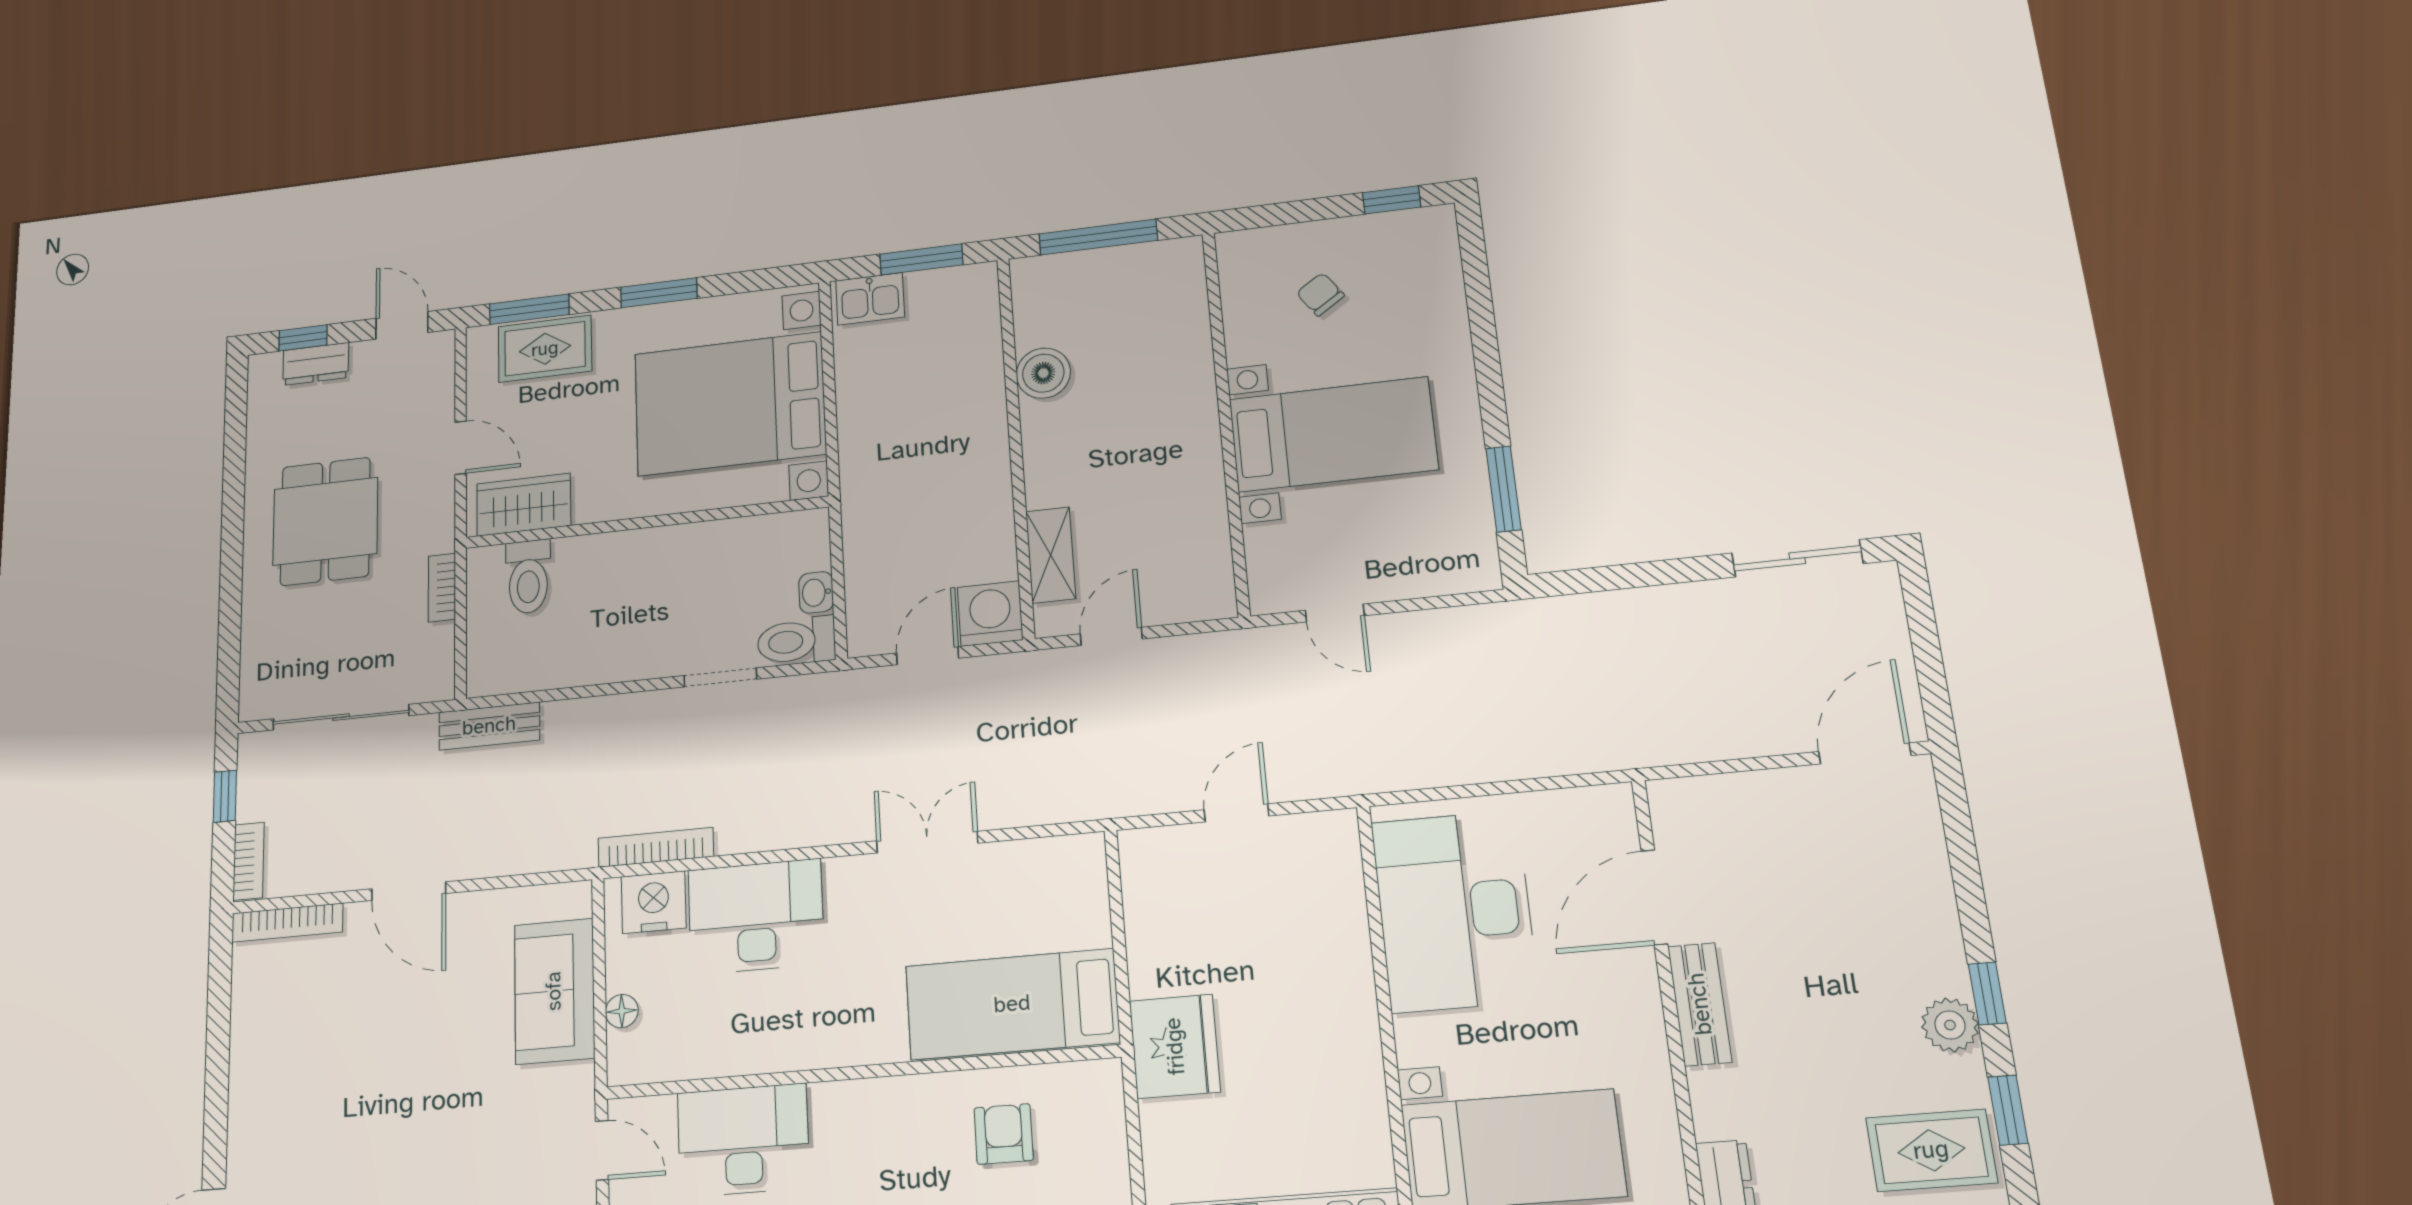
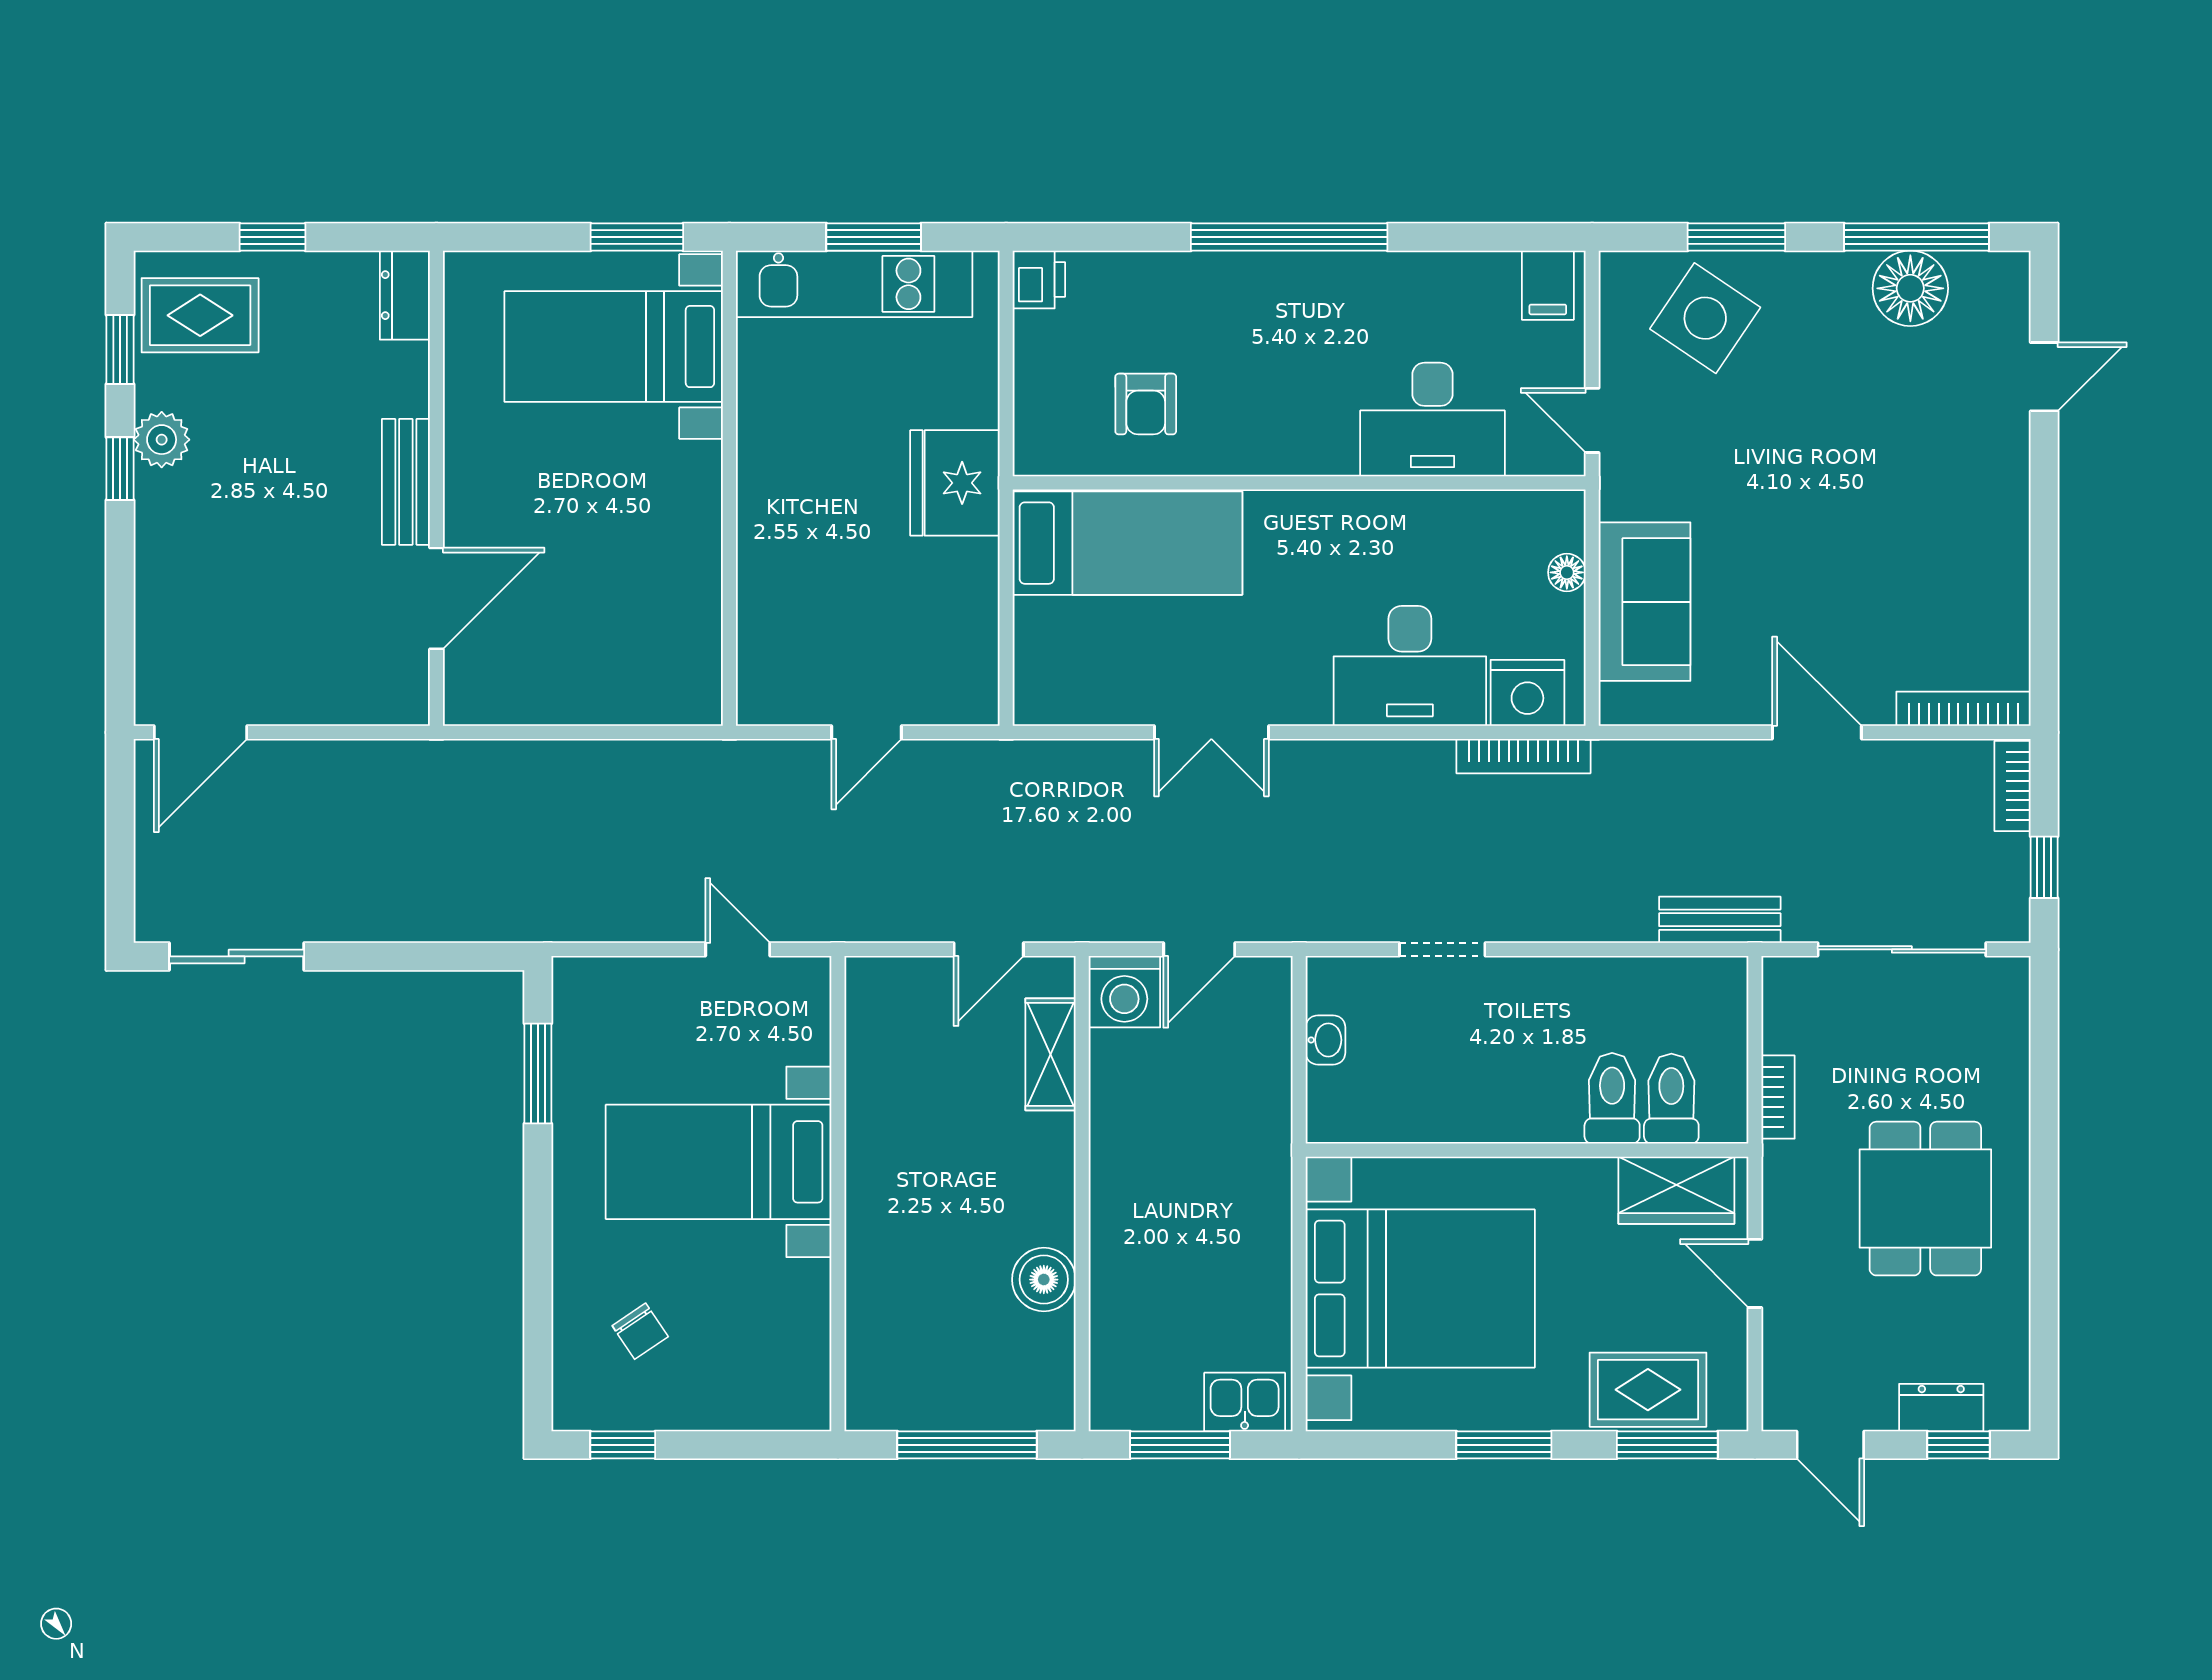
chair: (1320, 294) -> (640, 1331), moved
toilet: (796, 641) -> (1612, 1098), moved, turned -90
desk: (1455, 911) -> (645, 603), removed

